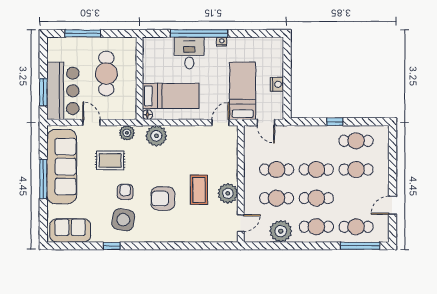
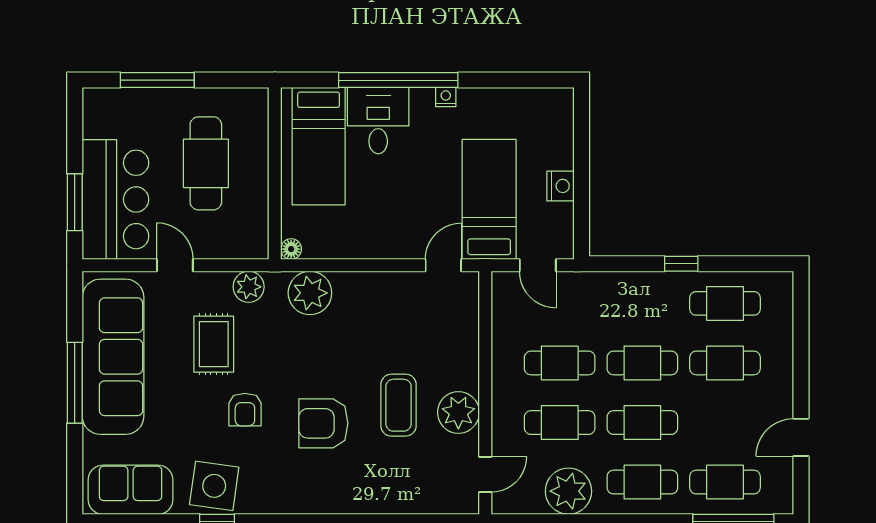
bed: (171, 96) -> (319, 146), moved, turned 90
rug: (110, 160) -> (214, 344), turned 90
armchair: (125, 192) -> (245, 410), turned 180
side table: (123, 220) -> (214, 486), moved

